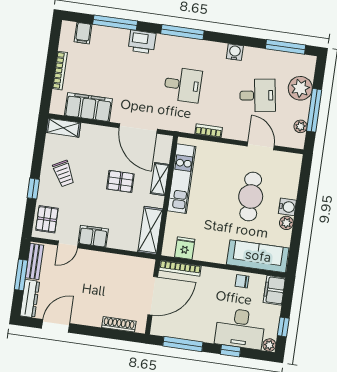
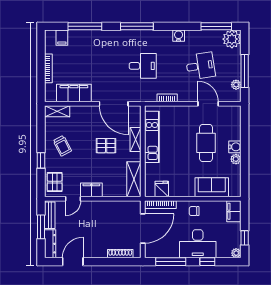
printer: (142, 42) -> (107, 38), removed
plant: (300, 88) -> (232, 39), moved
sofa: (258, 256) -> (212, 187), width x0.73
chair: (242, 281) -> (194, 211), moved
desk: (240, 328) -> (198, 244), moved

